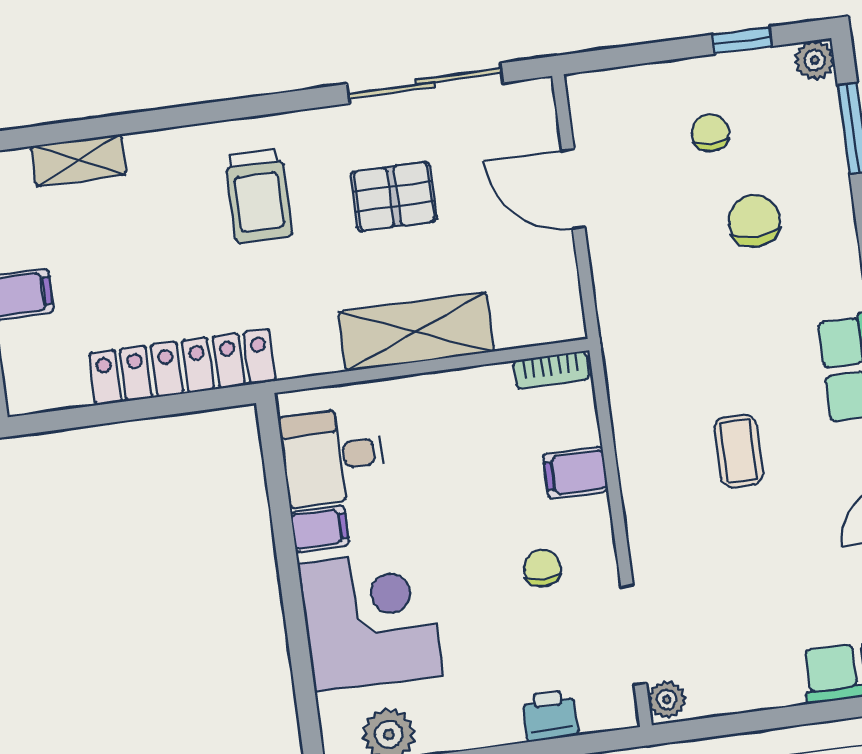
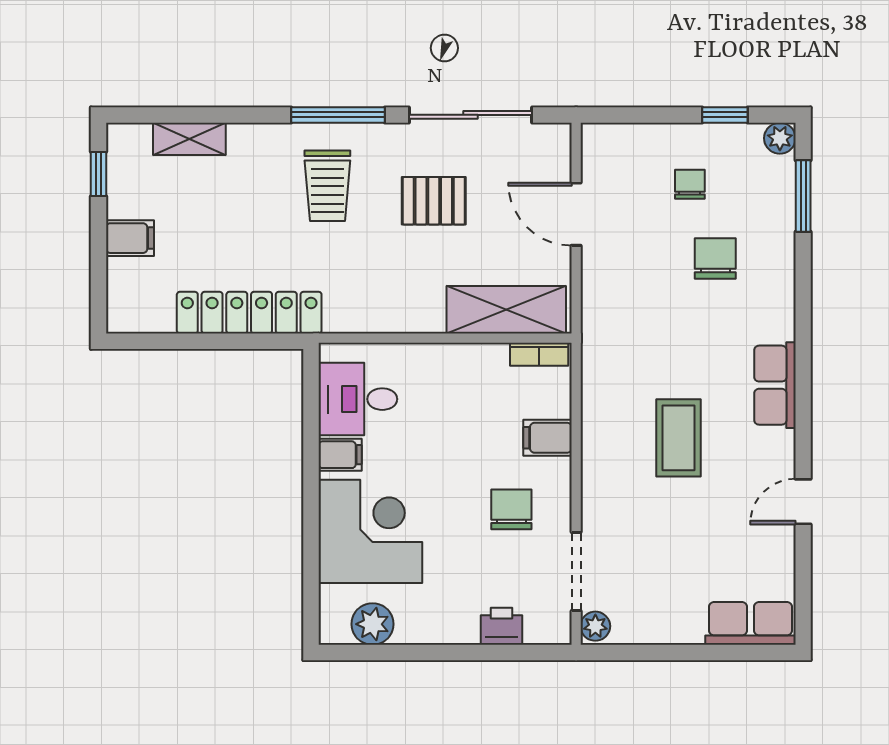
window: (260, 106) -> (338, 115), added
shelving: (416, 332) -> (506, 310), moved
coffee table: (739, 451) -> (678, 438), width x1.36, depth x1.30
chair: (543, 568) -> (511, 509), width x1.37, depth x1.37

